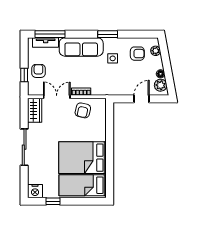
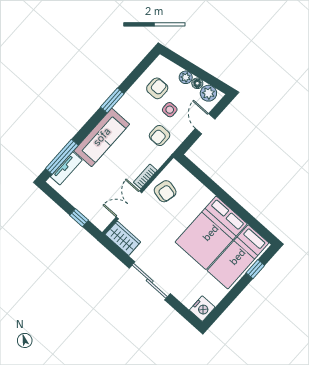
plant: (156, 51) -> (186, 77), moved
side table: (113, 58) -> (170, 110), moved
armchair: (38, 71) -> (160, 136), moved, turned -90
window: (53, 201) -> (255, 269), moved

